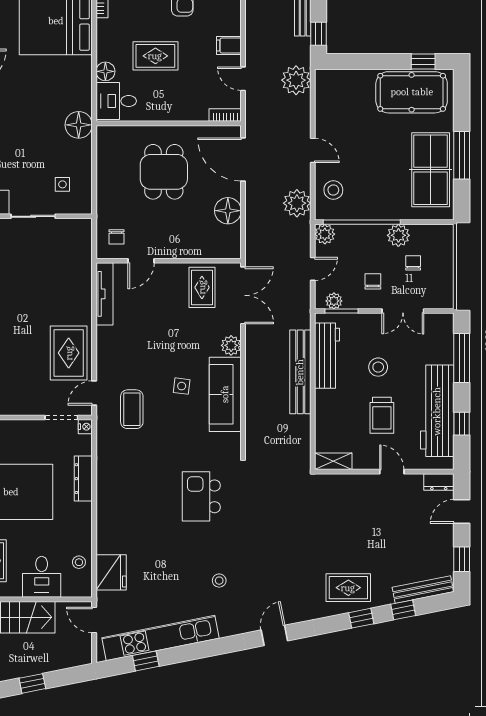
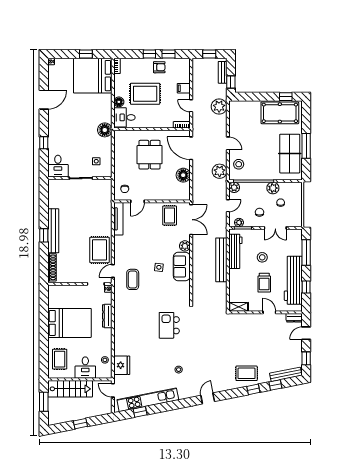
rug: (155, 56) -> (145, 94), width x1.36, depth x1.43
sofa: (225, 394) -> (182, 266), width x0.73

